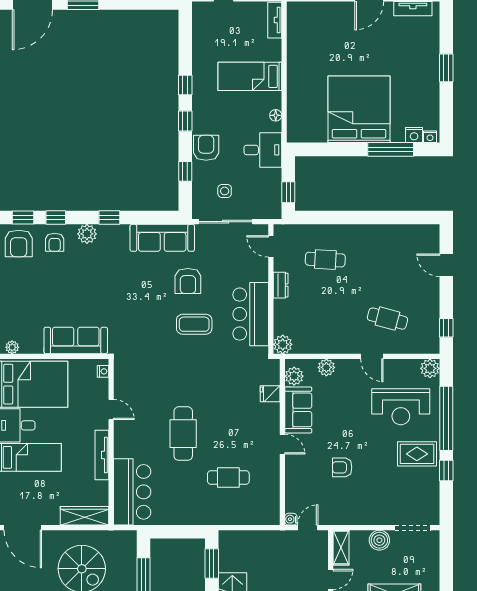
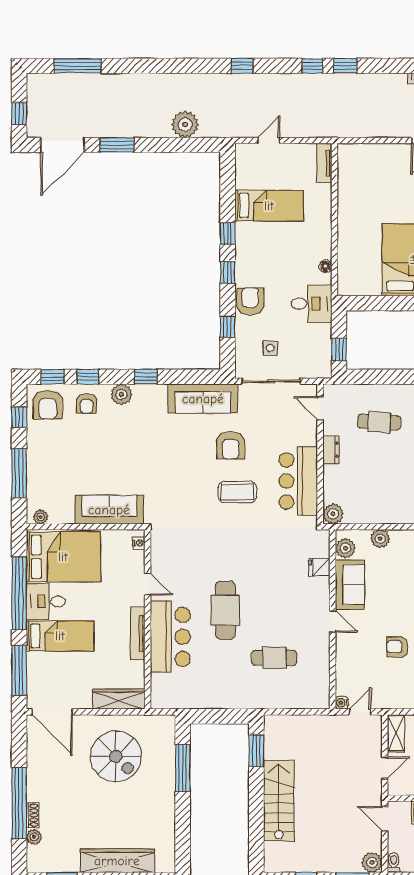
bed: (250, 76) -> (269, 206), moved, turned 180
bar counter: (132, 492) -> (170, 637), moved

